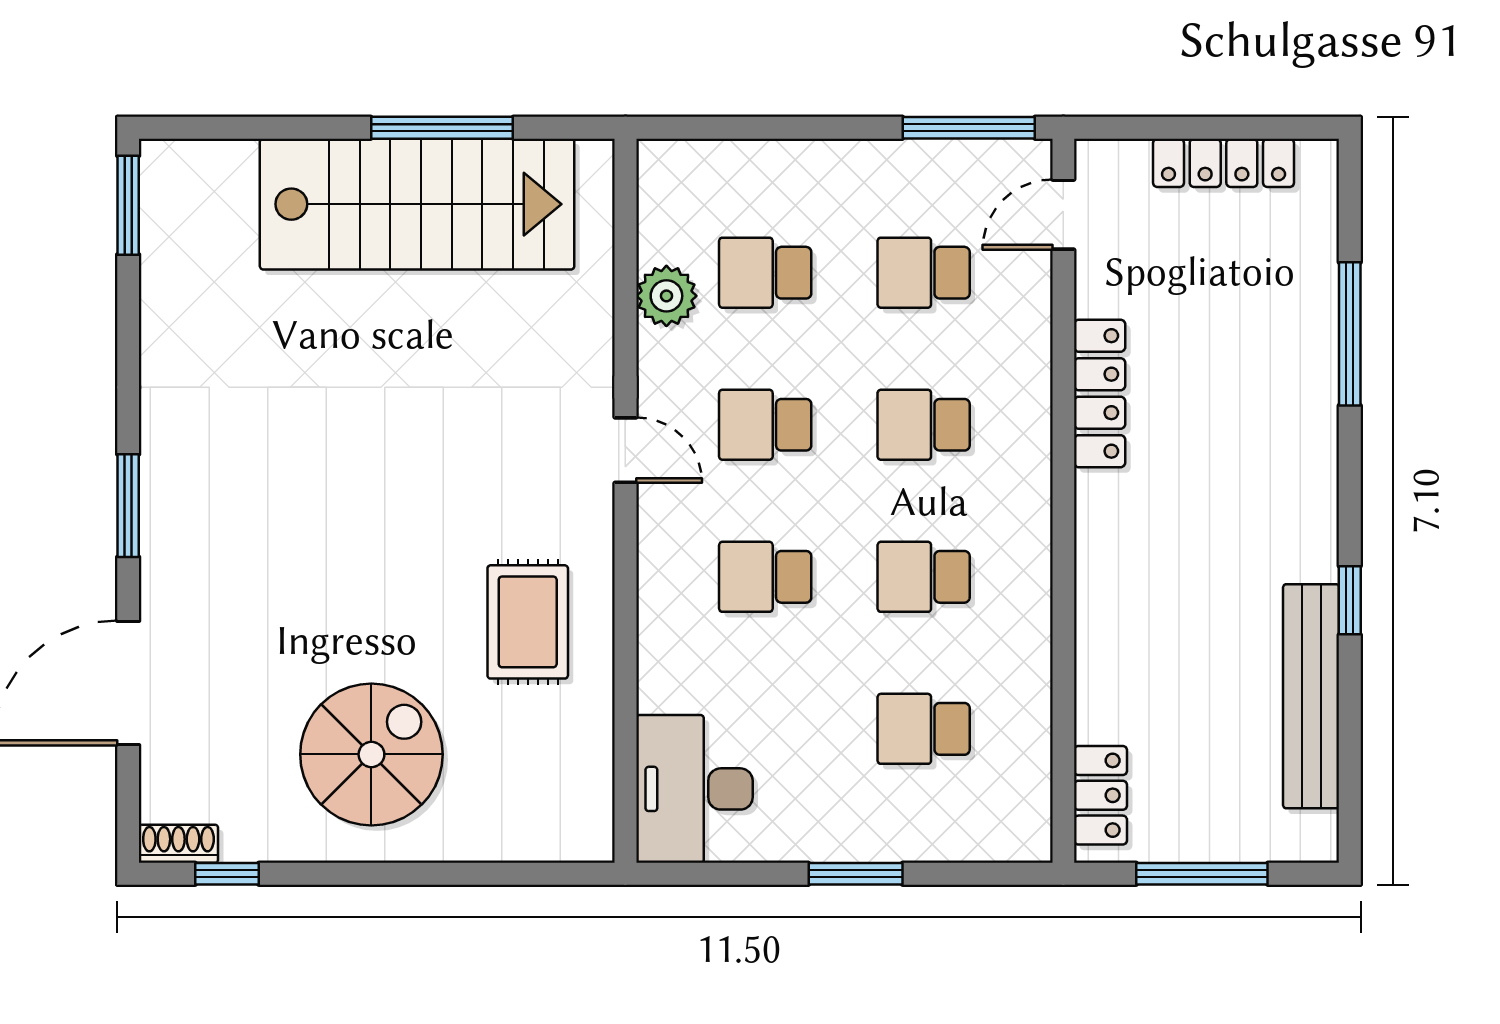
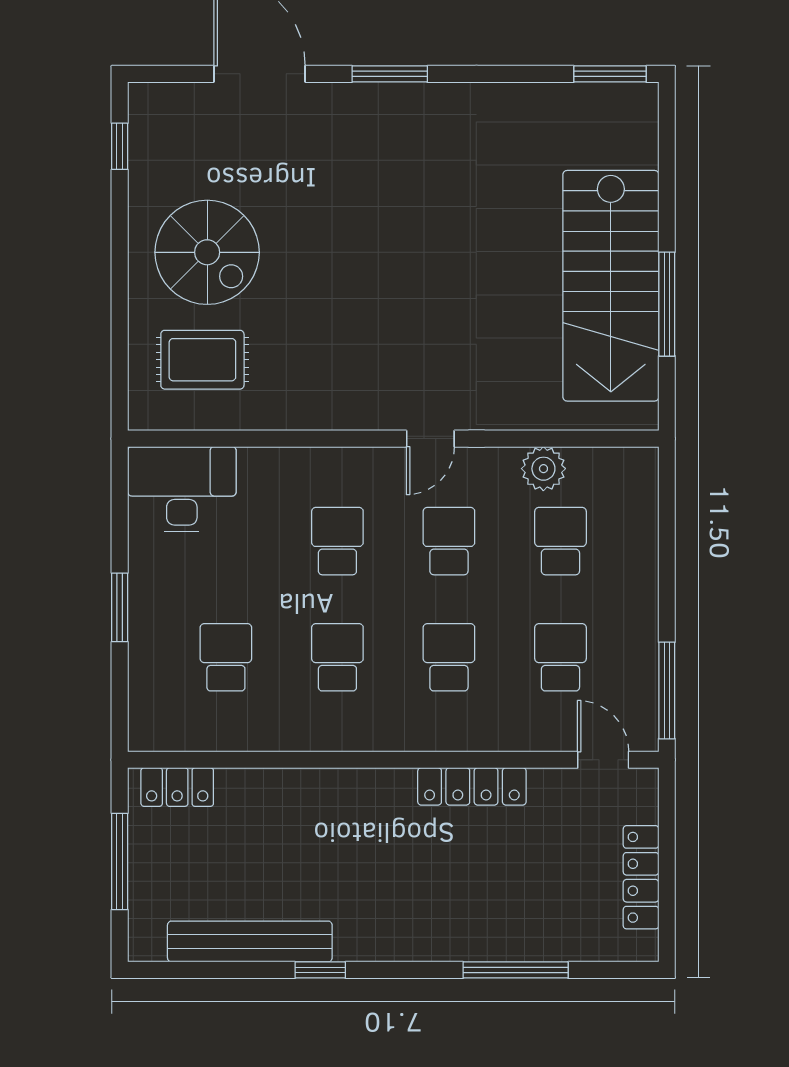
rug: (528, 622) -> (202, 360), moved
shoe rack: (178, 844) -> (142, 111), removed

